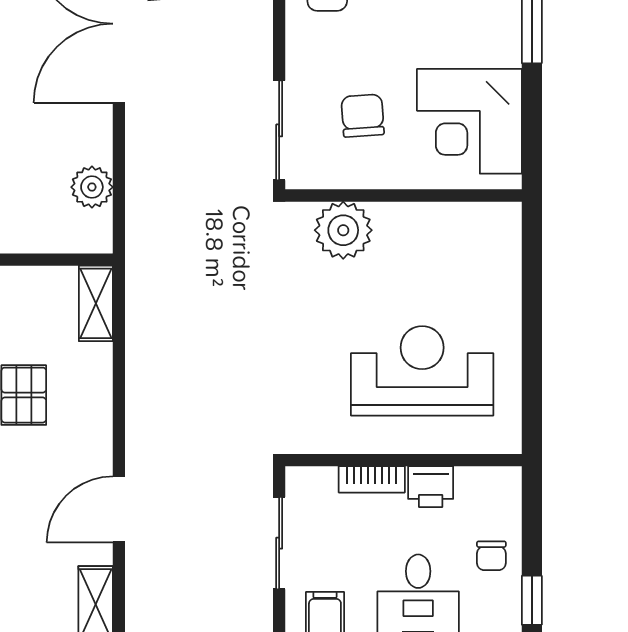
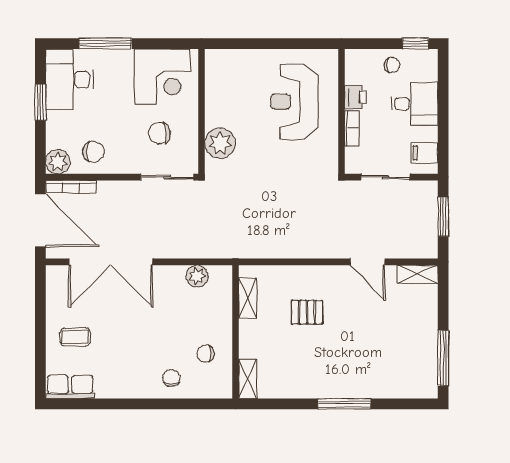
shelving: (96, 303) -> (248, 298), moved, turned 90

